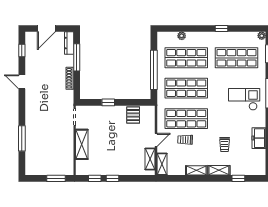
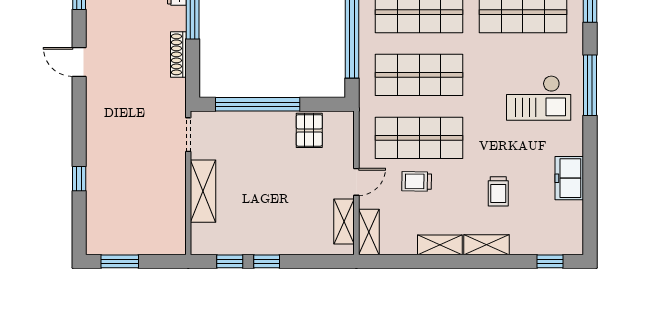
checkout: (244, 99) -> (539, 98), turned 180
window: (108, 102) -> (258, 104), width x3.17
window: (22, 138) -> (79, 179), width x0.46
window: (56, 178) -> (120, 261), moved
window: (238, 178) -> (550, 261), moved

